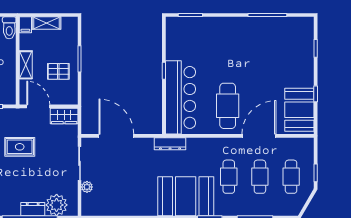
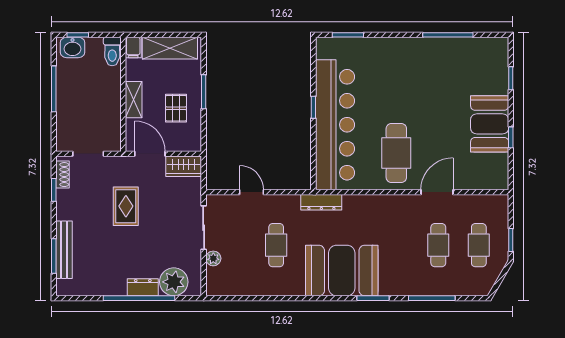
shelving: (47, 23) -> (170, 48), width x1.50, depth x1.33
pallet: (58, 71) -> (176, 108), turned 90
bar counter: (181, 97) -> (335, 125), width x1.36
booth: (299, 110) -> (490, 124), moved
door: (116, 136) -> (251, 192), width x0.53
door: (259, 136) -> (437, 192), width x0.73
rug: (20, 147) -> (126, 206), turned 90
cafe table: (229, 177) -> (276, 245), moved

